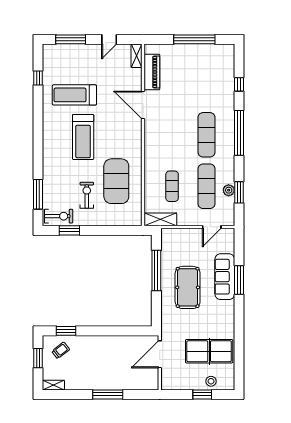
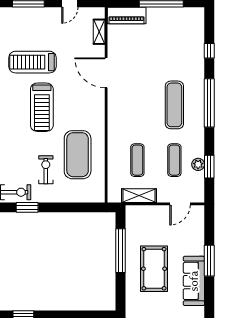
shelving: (137, 56) -> (99, 32), moved
piano: (152, 72) -> (127, 16), moved, turned 90
exercise mat: (207, 186) -> (174, 160), width x0.73, depth x0.69
shelving: (160, 219) -> (139, 196), moved
sofa: (225, 277) -> (194, 281), moved

